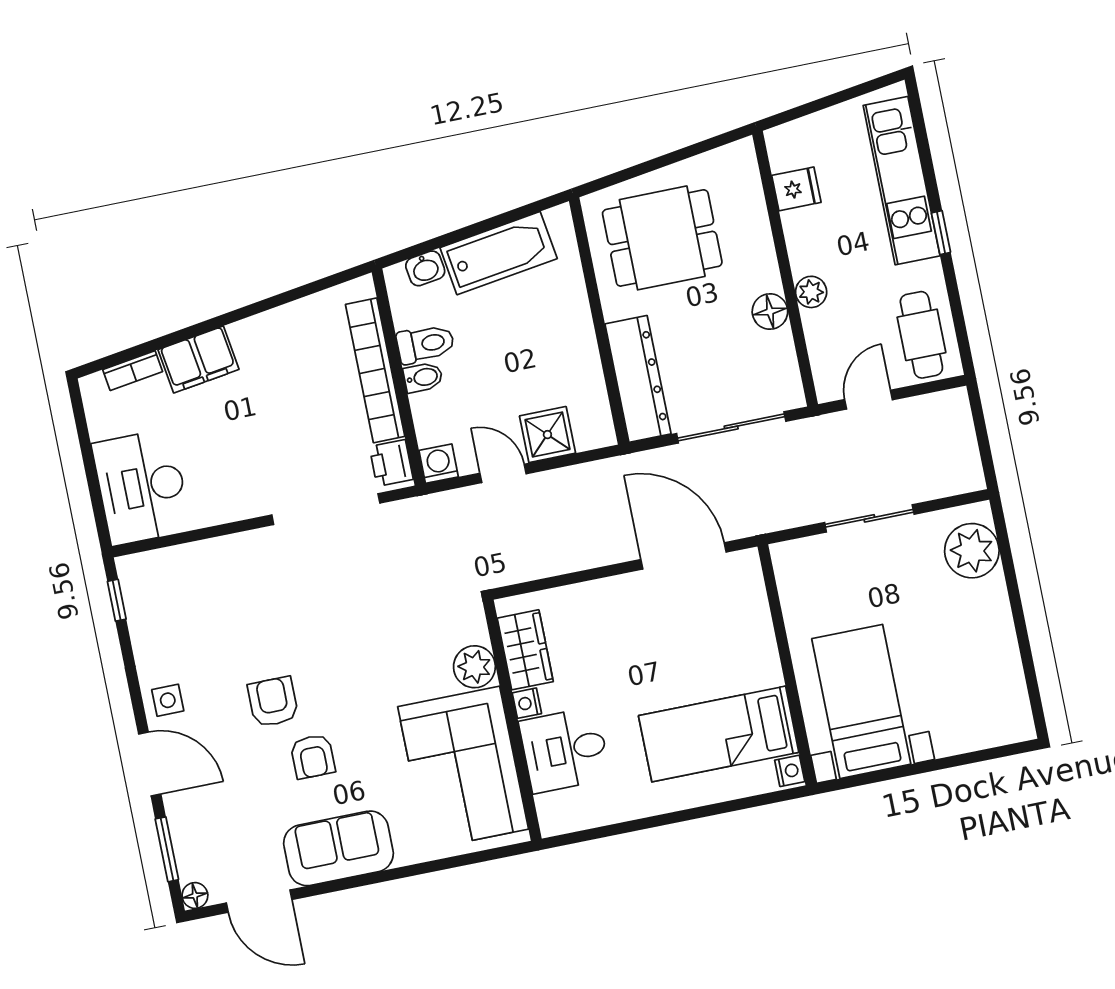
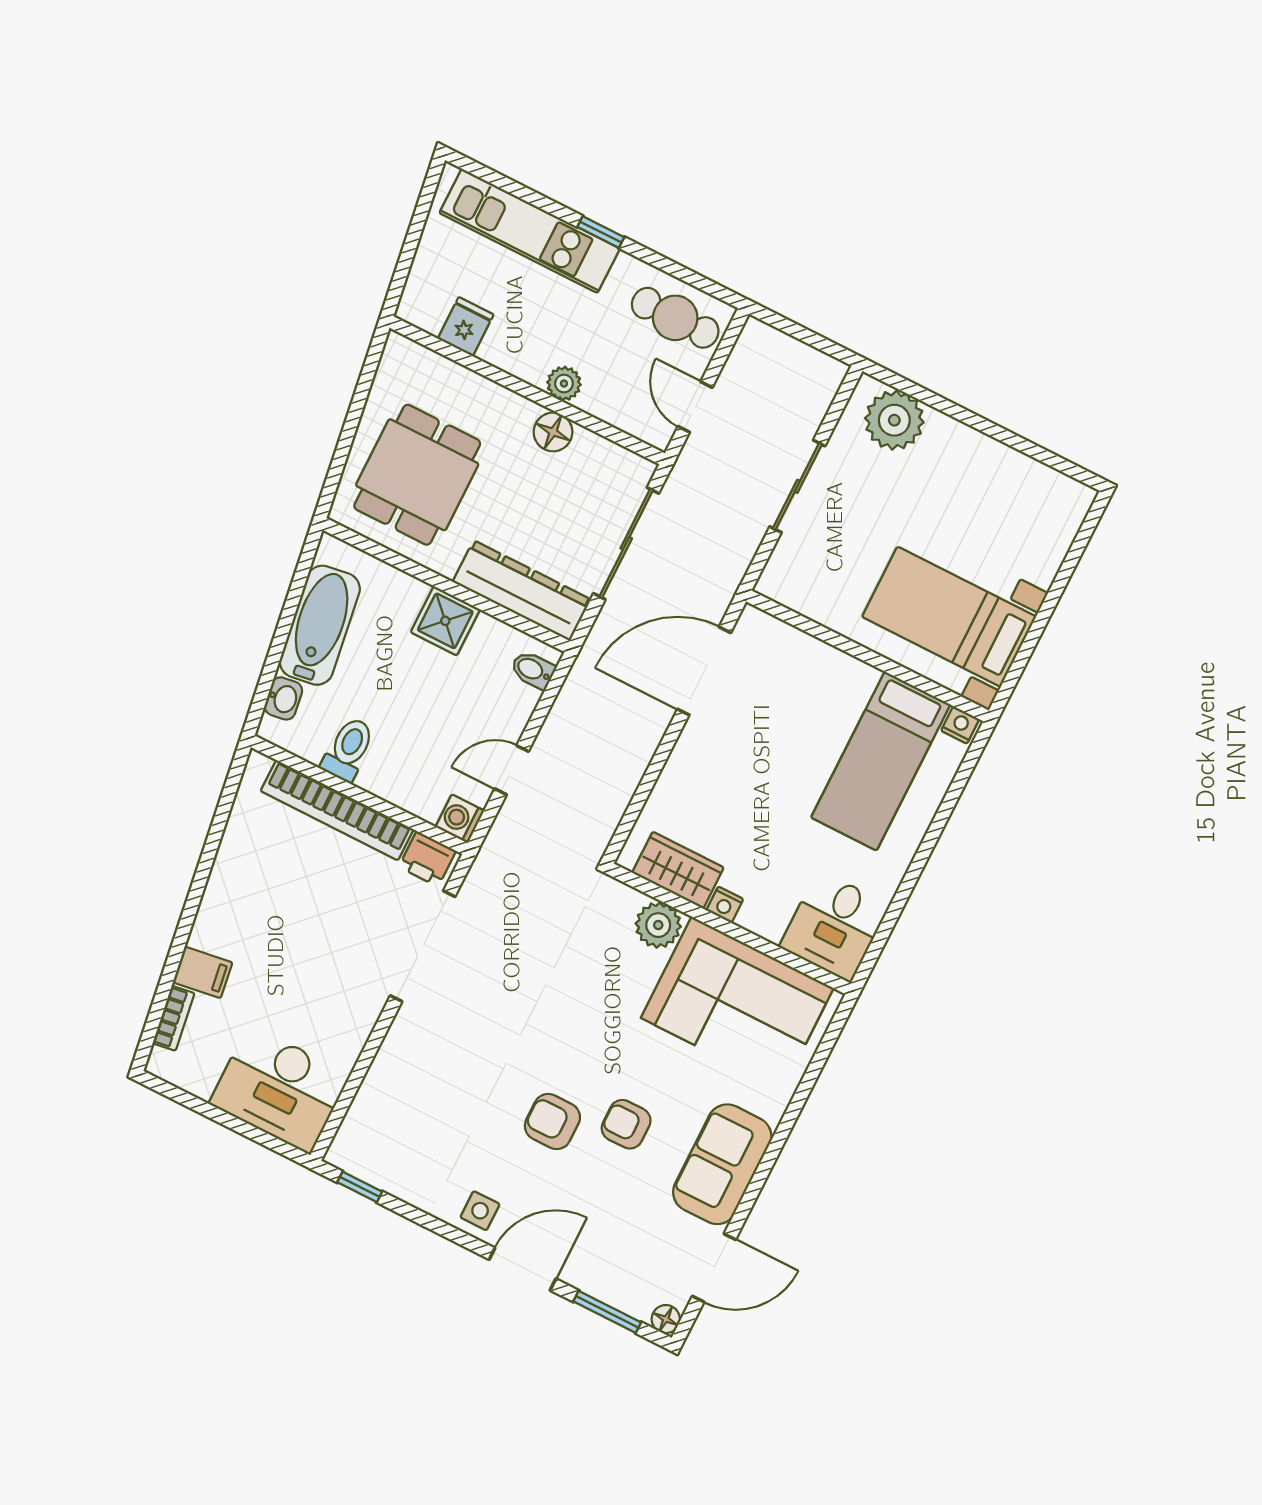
filing cabinet: (198, 360) -> (203, 972), width x0.50
bidet: (423, 377) -> (533, 670), moved, turned -90
shower: (547, 435) -> (445, 621), moved
desk: (565, 750) -> (834, 926), moved
armchair: (313, 756) -> (626, 1124), turned 180

